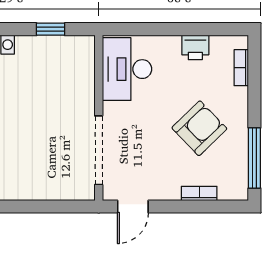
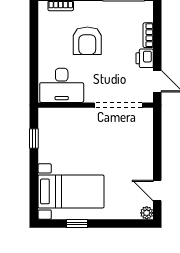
printer: (195, 47) -> (145, 58), moved, turned 180
armchair: (199, 128) -> (87, 41), moved, turned -136

